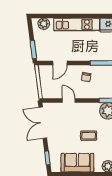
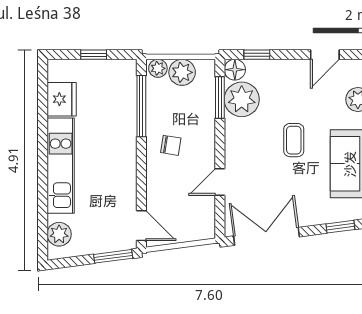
door: (60, 63) -> (141, 226), moved
double door: (43, 123) -> (266, 236), swing flipped

